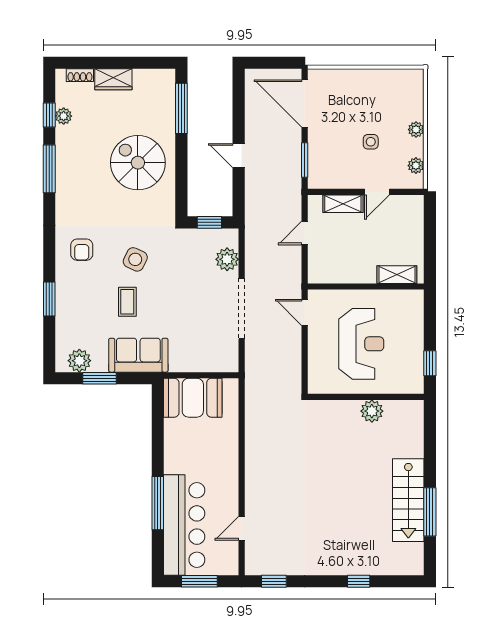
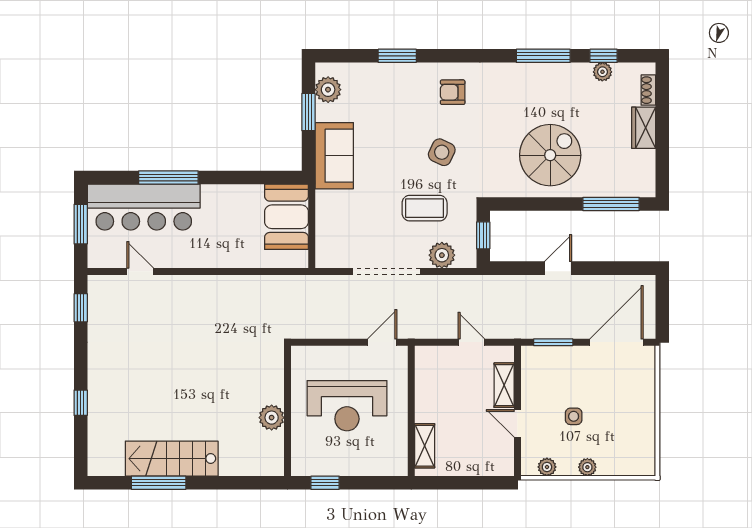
coffee table: (127, 302) -> (425, 208), moved, width x1.36, depth x1.30

